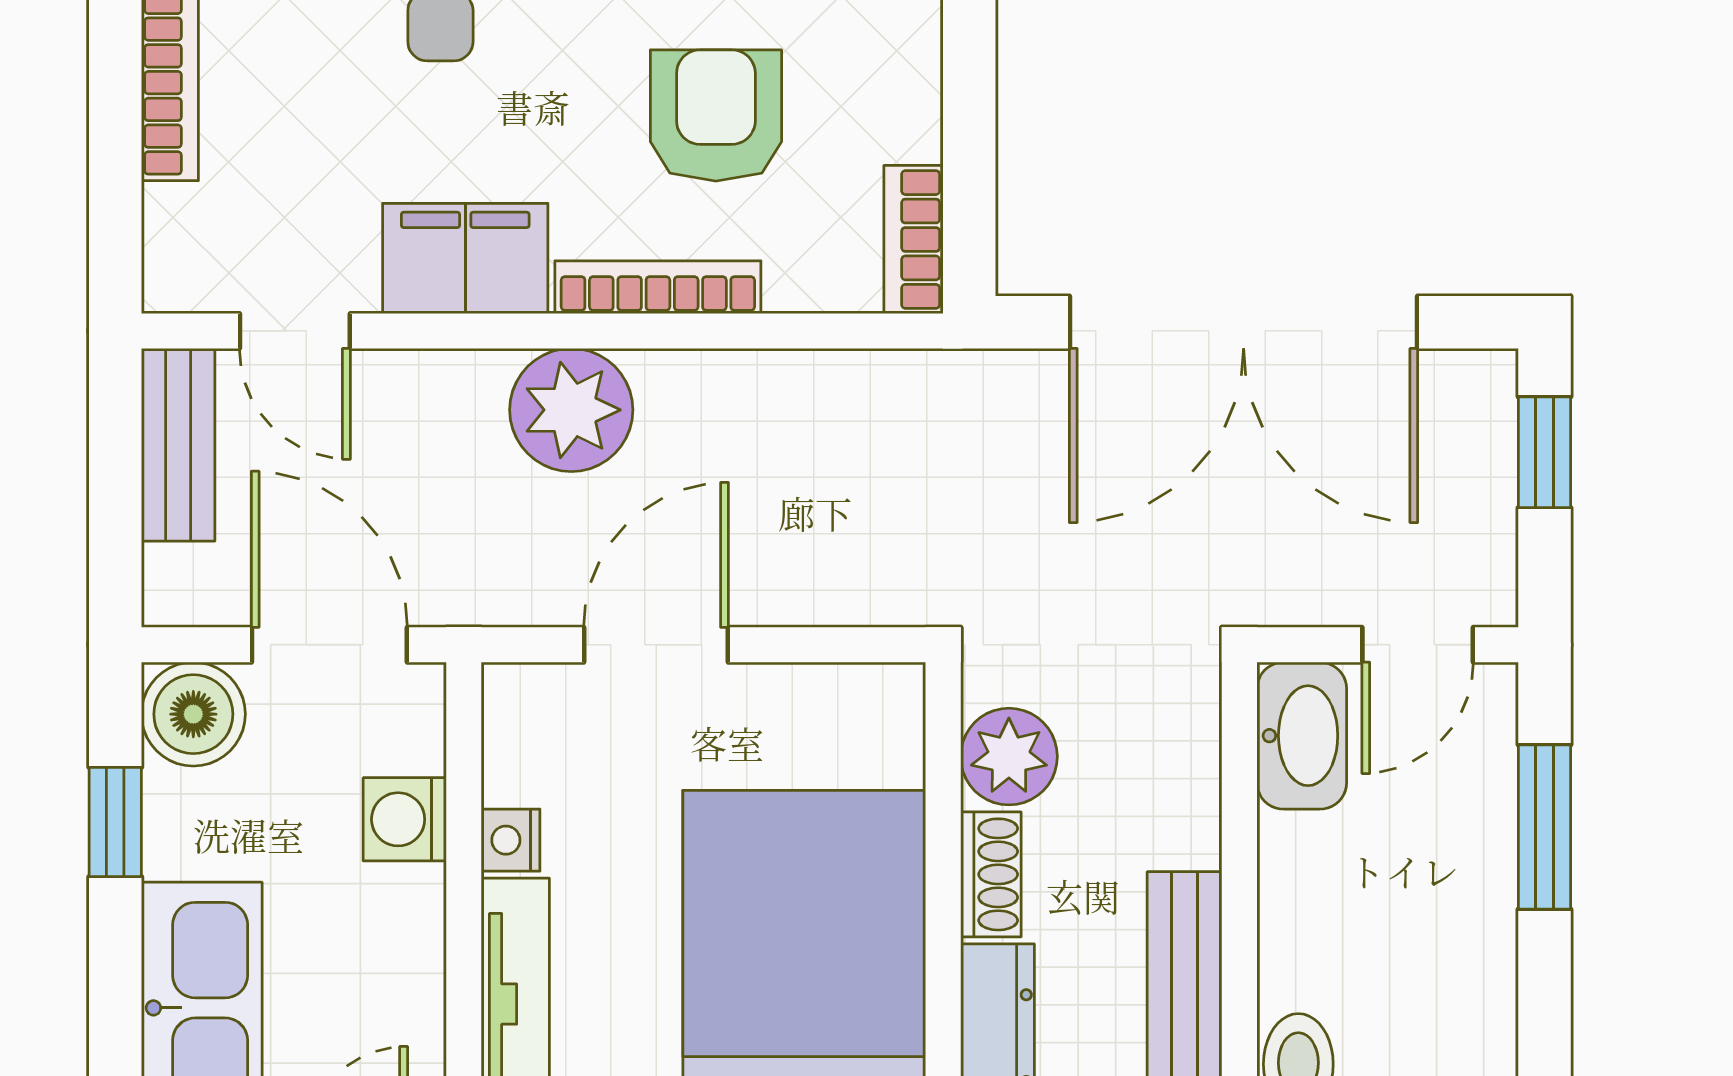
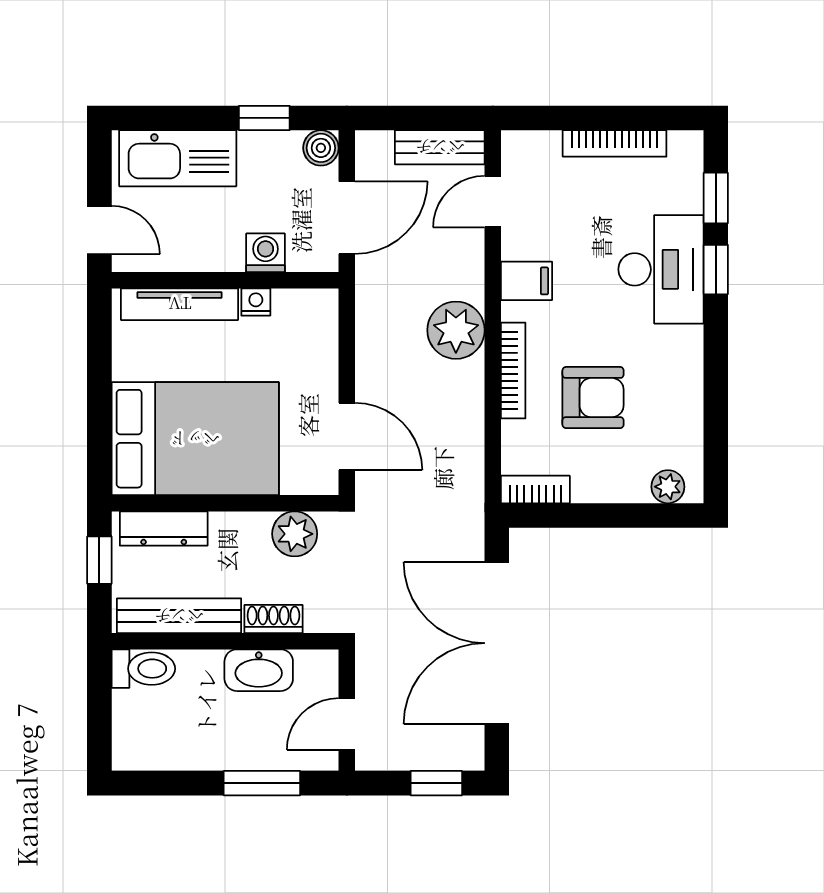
filing cabinet: (465, 258) -> (526, 281), width x0.50
door: (656, 645) -> (347, 437), moved
door: (1418, 645) -> (347, 724), hinge flipped
boiler: (193, 714) -> (321, 148), width x0.73, depth x0.73
washbasin: (1302, 736) -> (259, 670), moved
shoe rack: (991, 874) -> (273, 619), moved, turned 180

